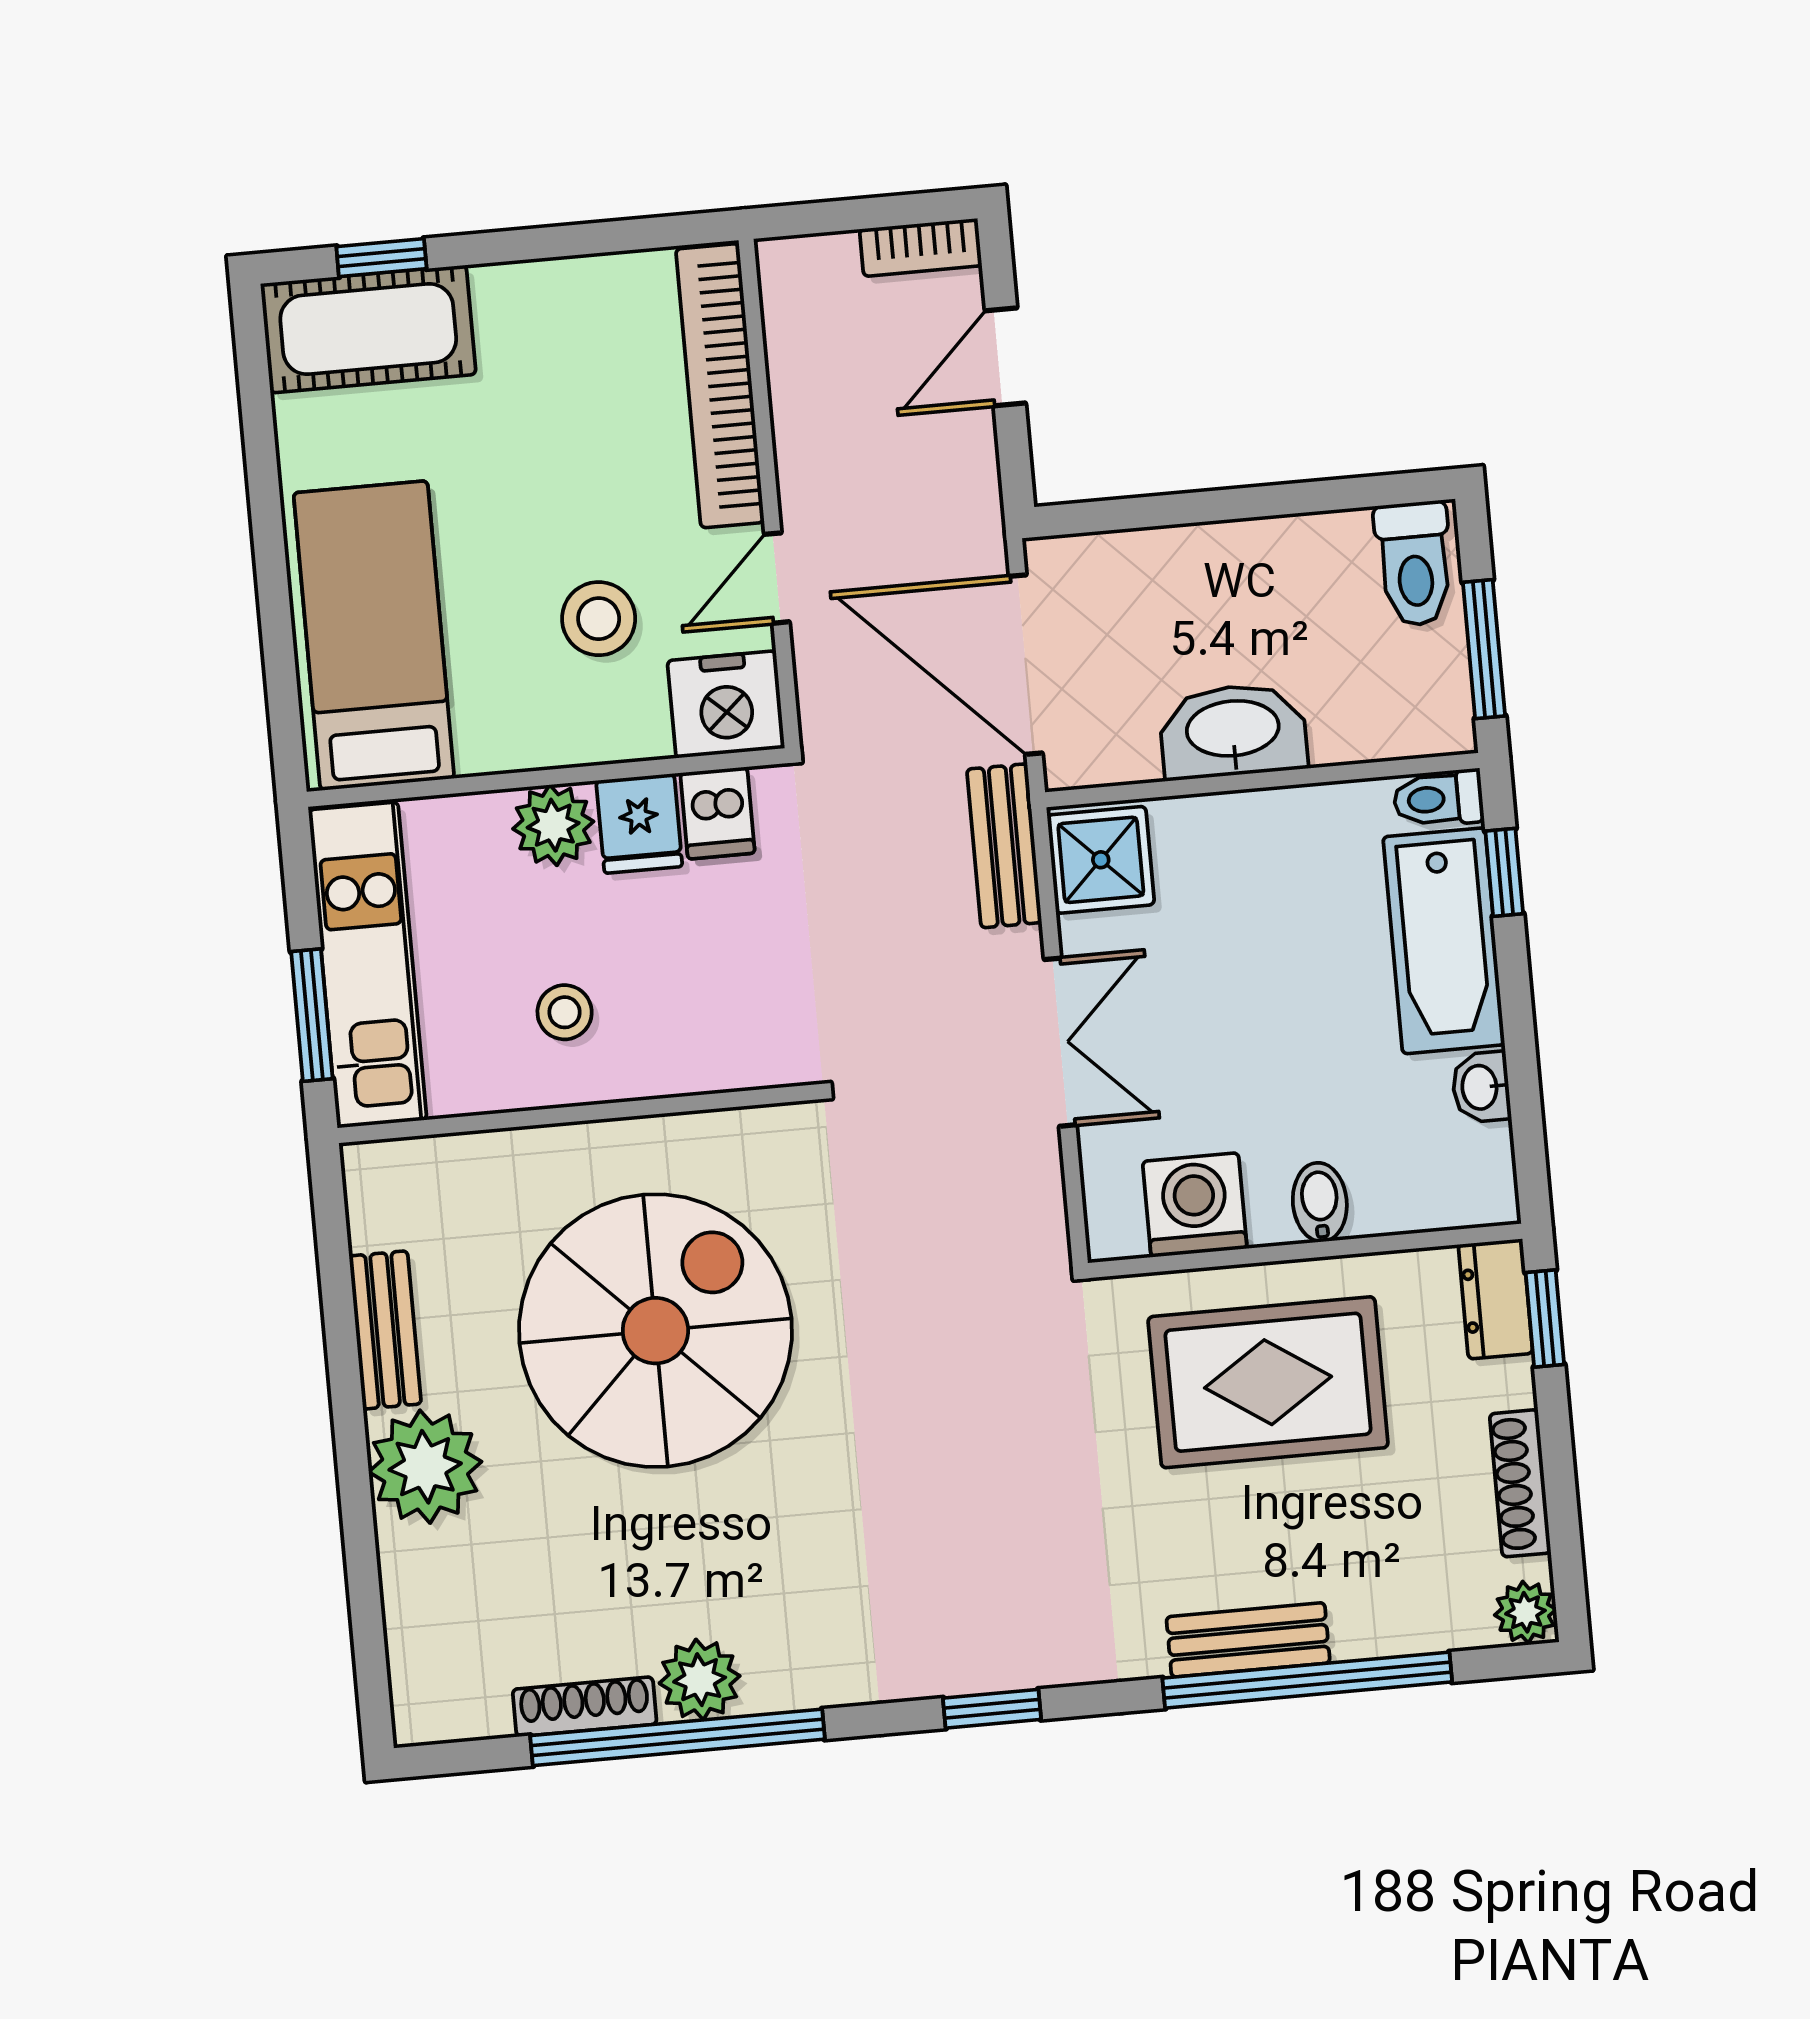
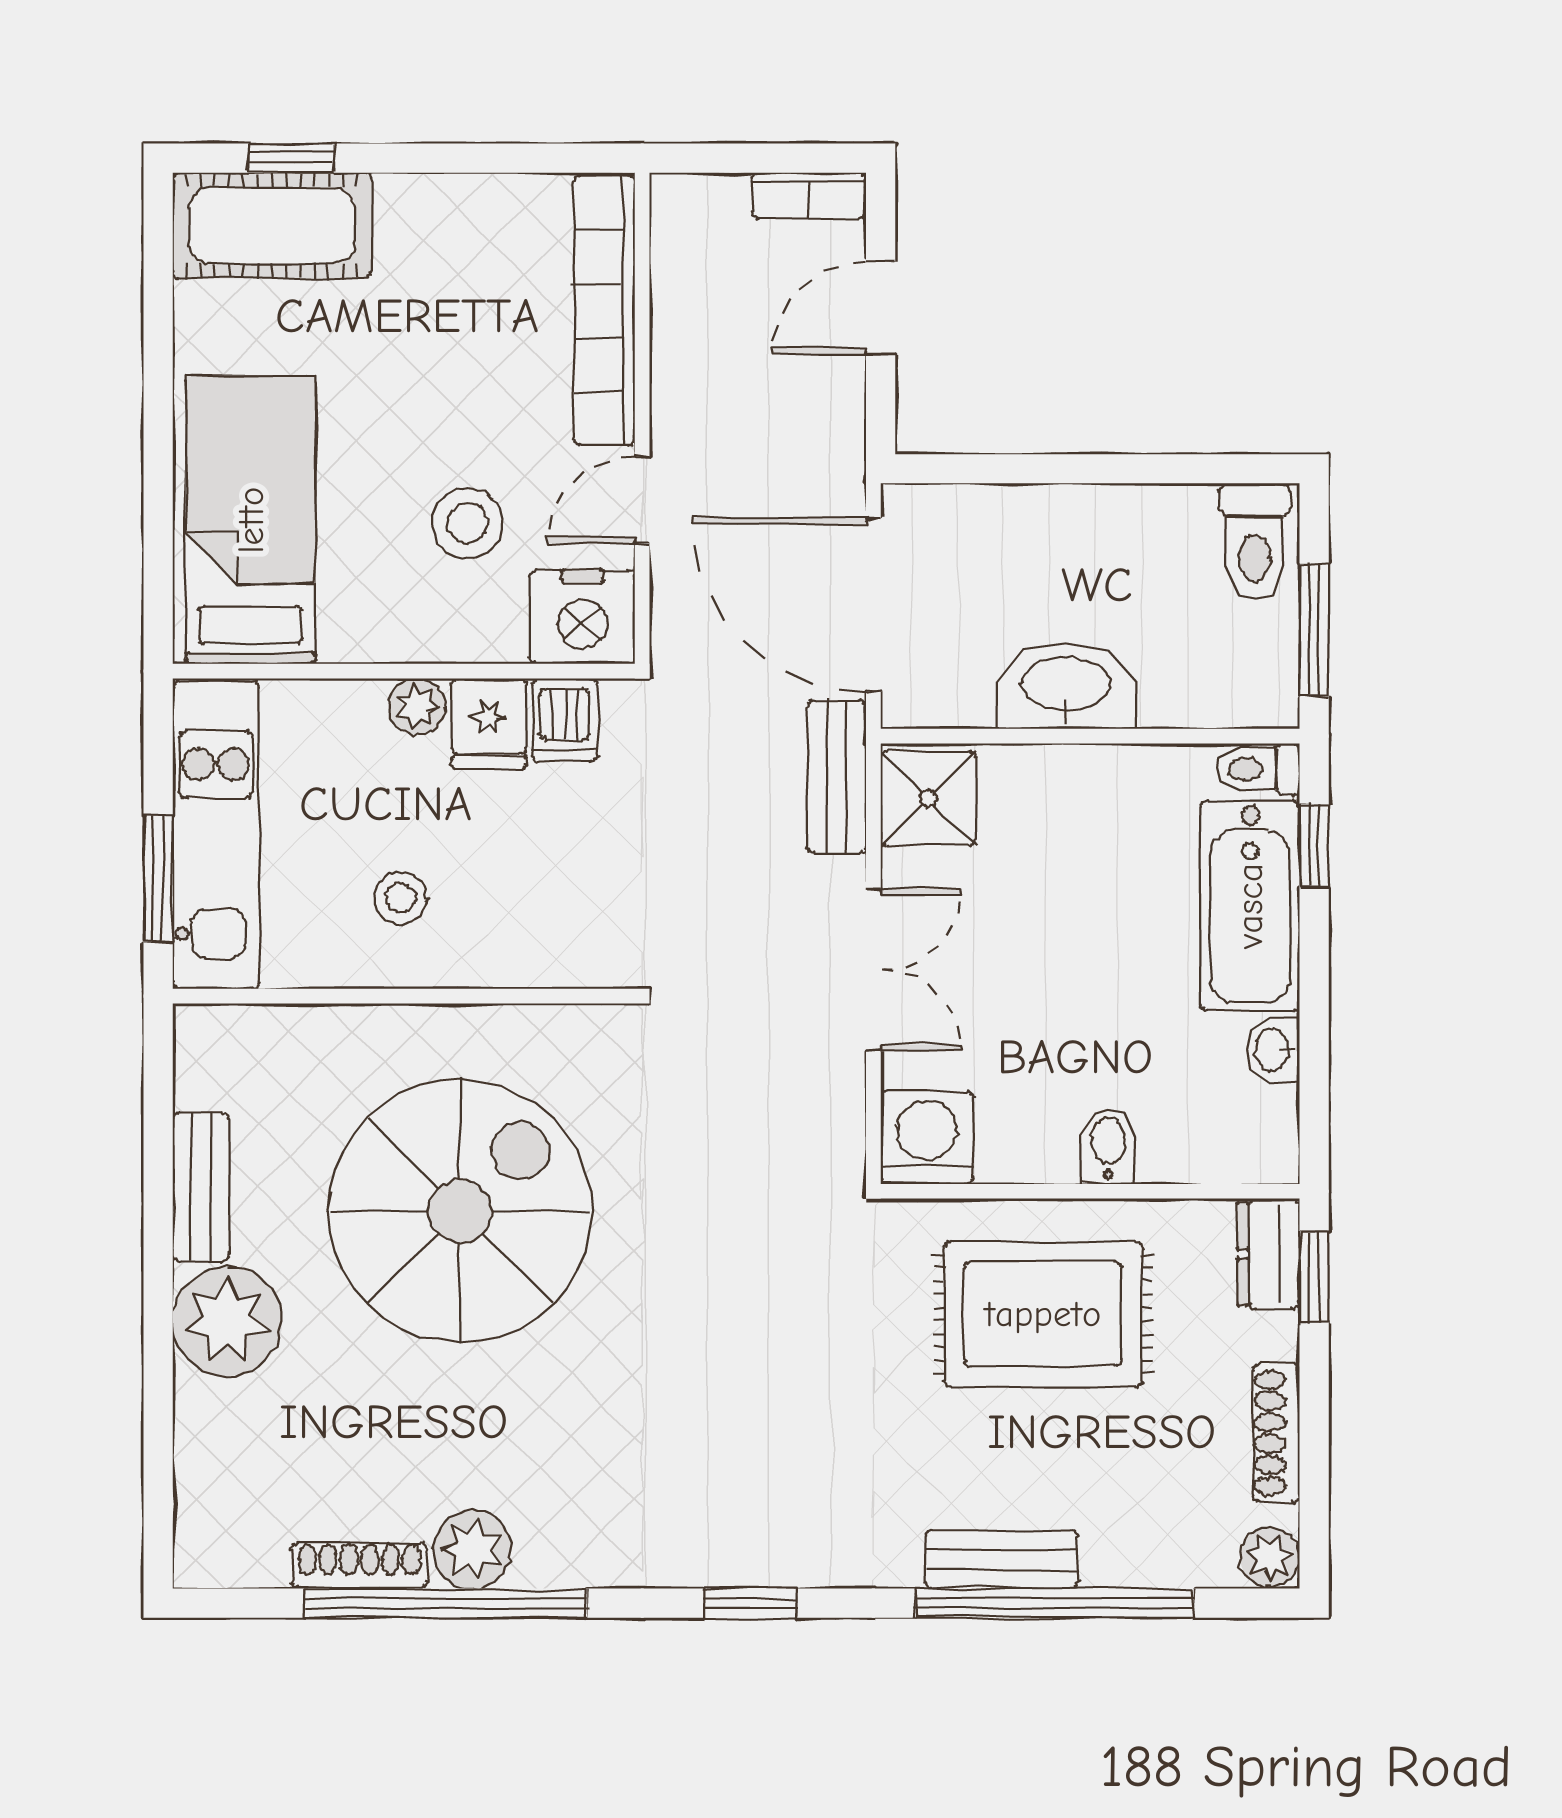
plant: (553, 825) -> (417, 707), width x0.73, depth x0.73
washing machine: (1195, 1205) -> (927, 1138), moved

